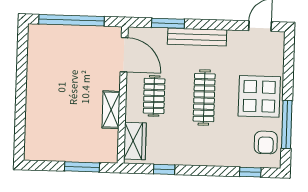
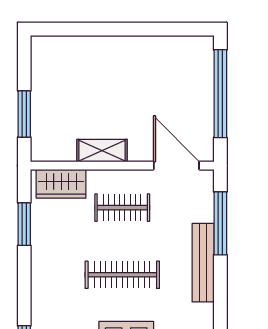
window: (168, 23) -> (220, 223), width x1.44
door: (124, 55) -> (176, 166), swing flipped
window: (164, 169) -> (24, 224), width x1.50

